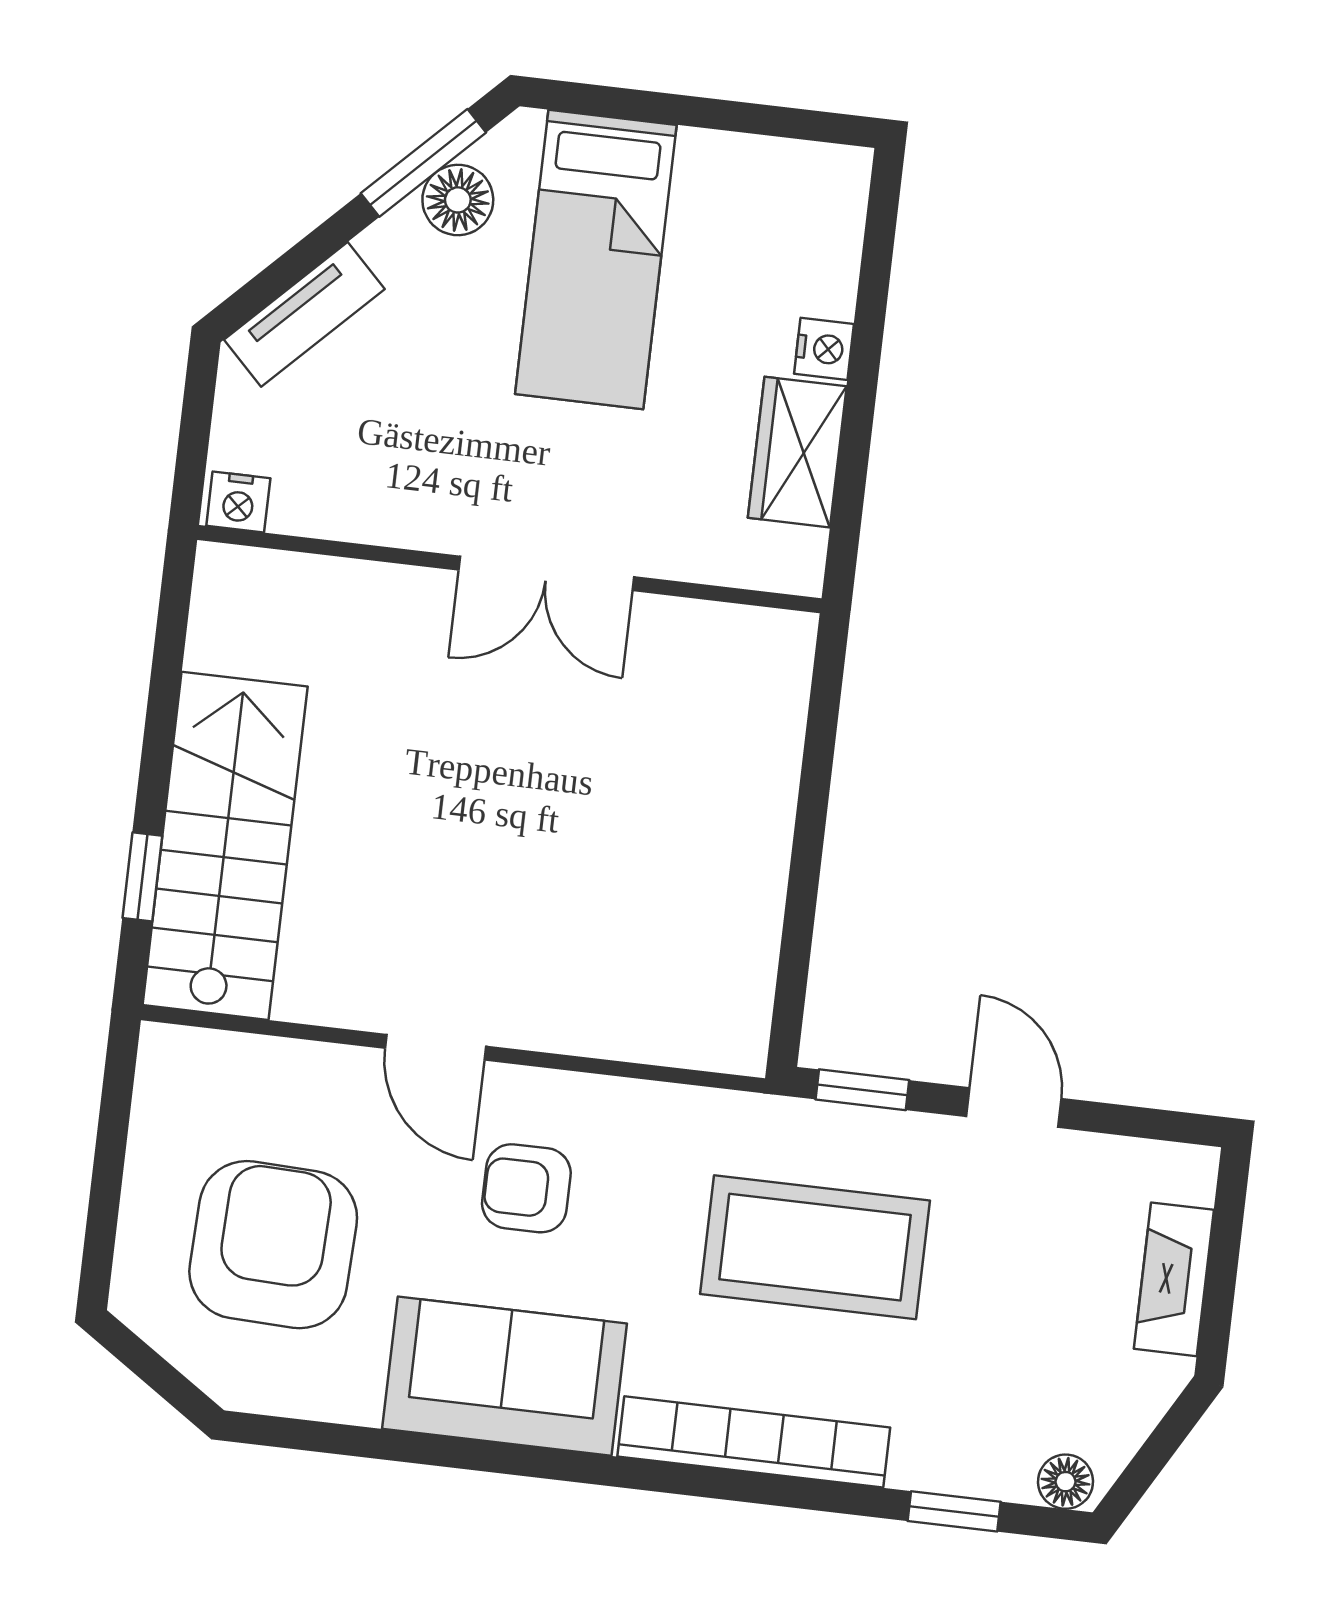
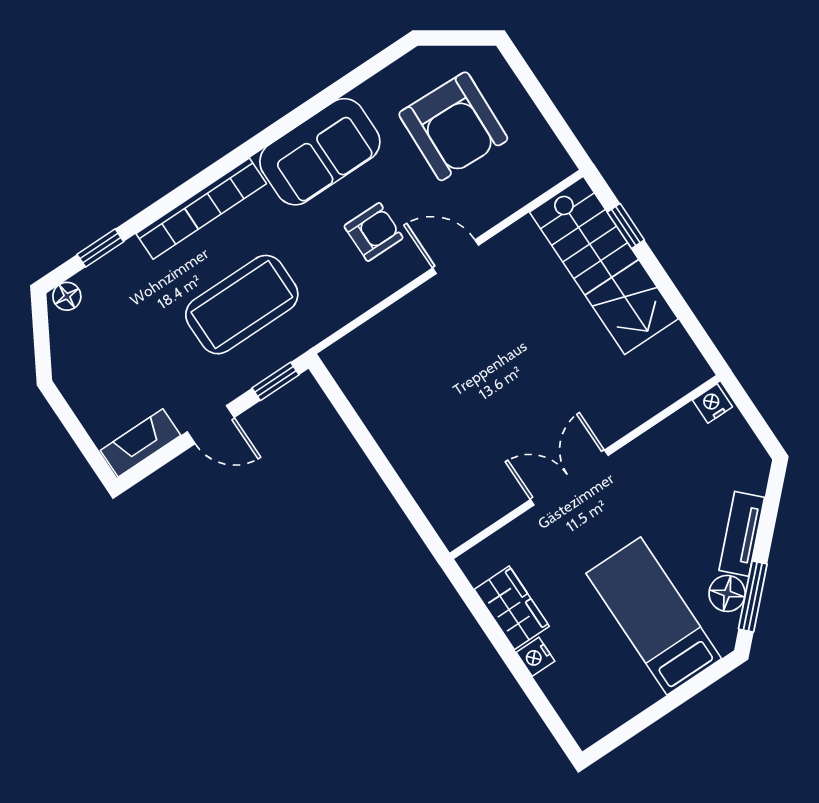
tv unit: (304, 314) -> (742, 534), moved
fireplace: (1174, 1279) -> (141, 443), moved, turned -90

